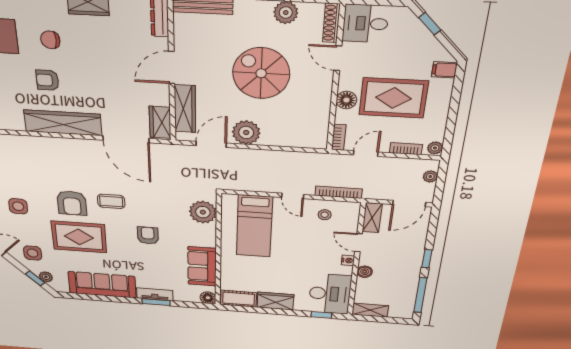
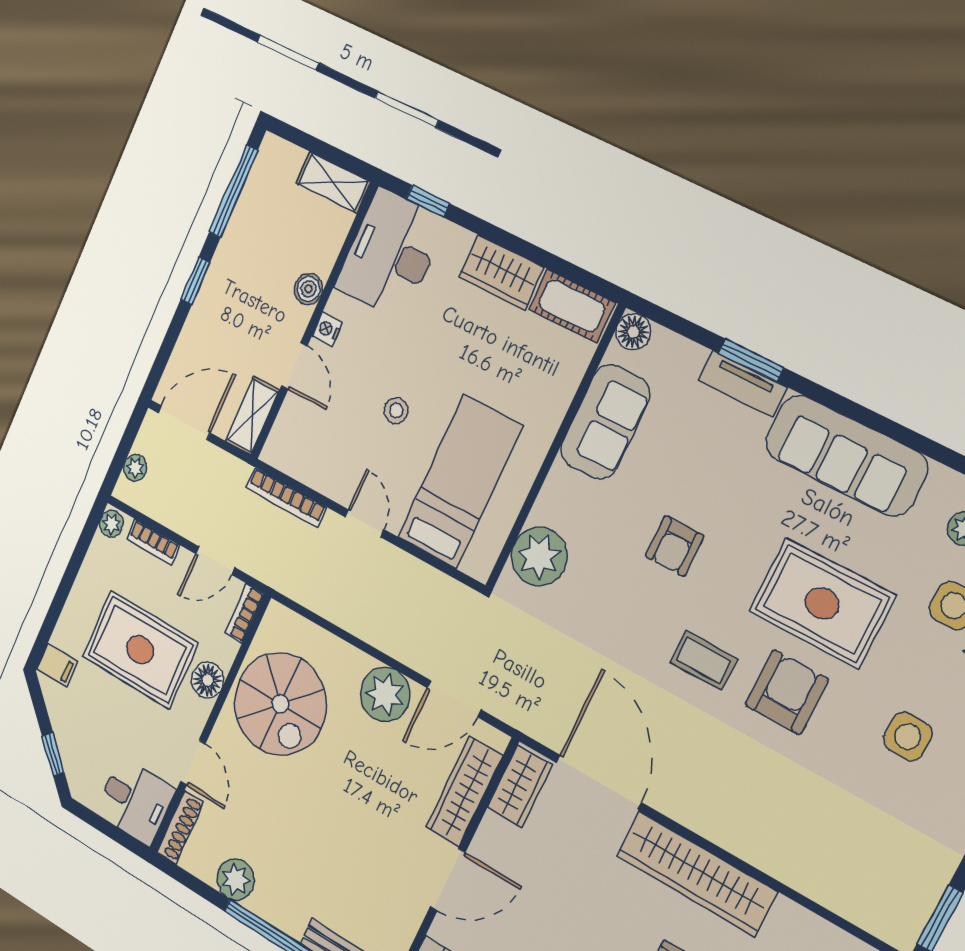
spiral stairs: (261, 73) -> (280, 704), moved
stool: (325, 215) -> (396, 410), moved

